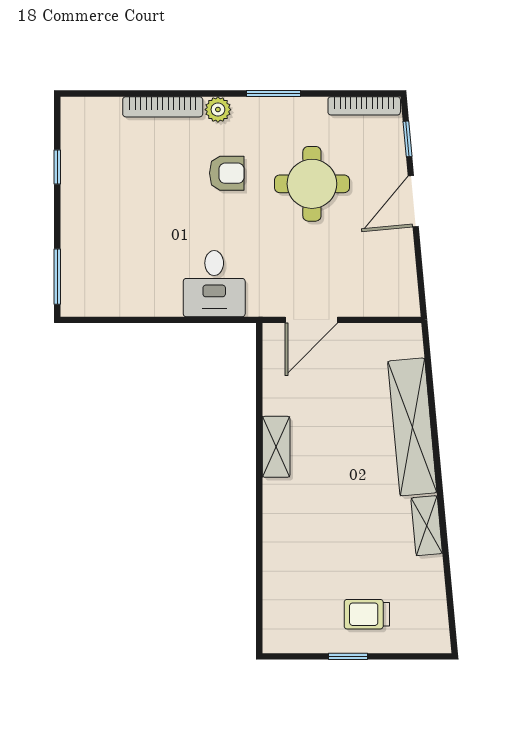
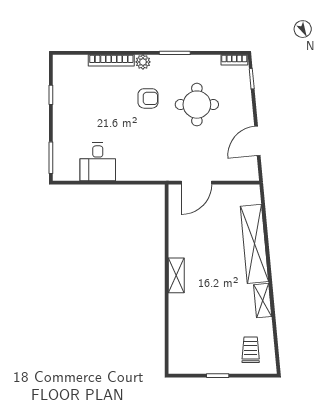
bookcase: (364, 106) -> (234, 60), width x0.64
door: (413, 201) -> (257, 141), moved
desk: (214, 284) -> (98, 162), moved
shelving: (276, 447) -> (176, 275), moved
trolley: (367, 614) -> (251, 350), moved, turned 90

